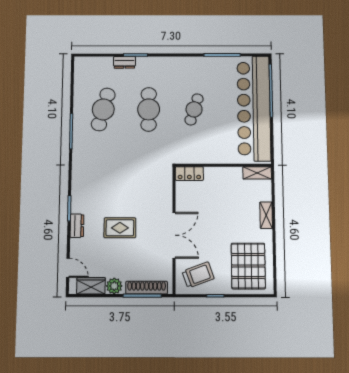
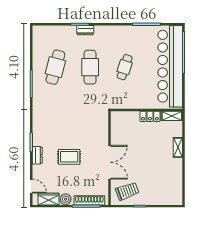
dresser: (124, 62) -> (85, 30), moved
locker: (189, 174) -> (150, 116), moved
pallet: (248, 266) -> (164, 185), removed

